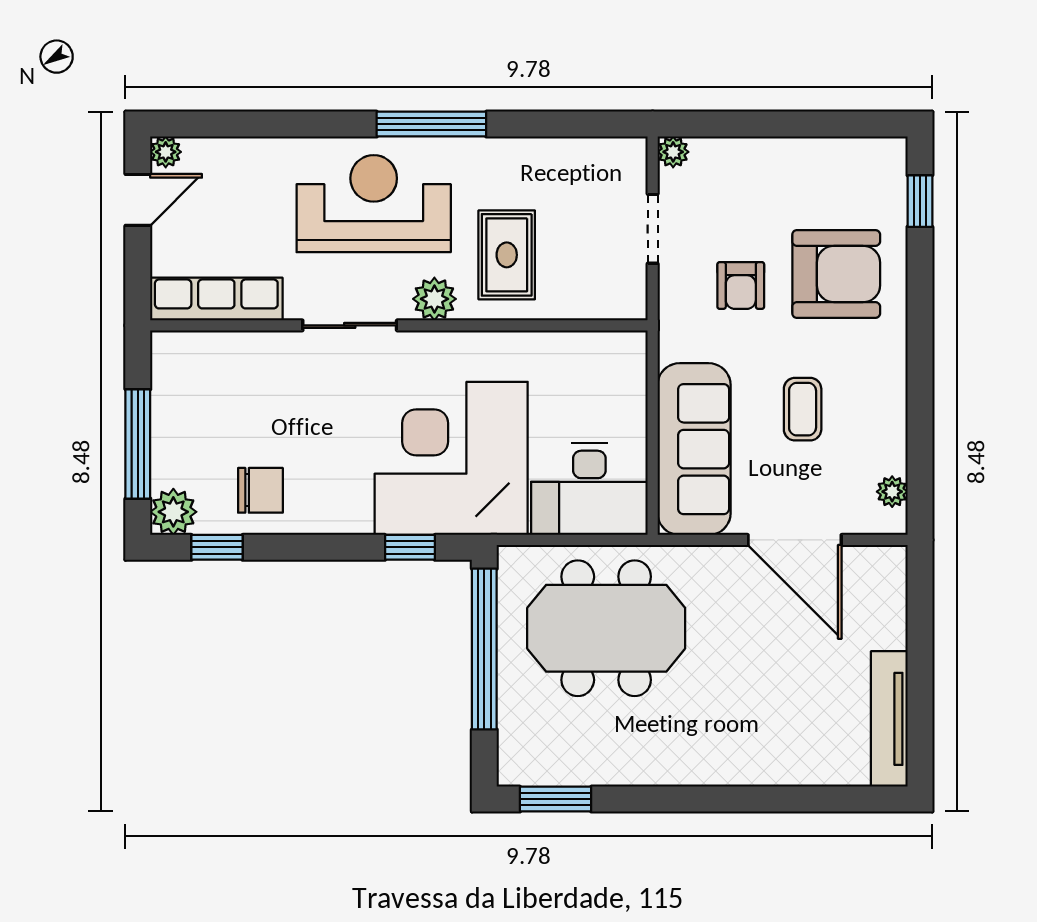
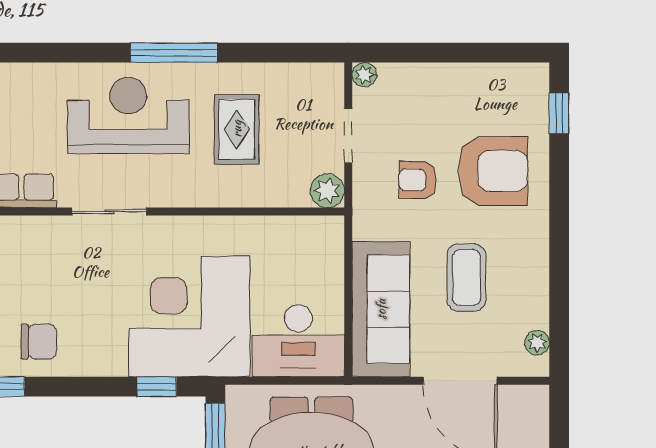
rug: (507, 255) -> (237, 129), moved
armchair: (741, 285) -> (418, 180), turned 90
plant: (434, 299) -> (327, 191), moved
coffee table: (803, 409) -> (466, 278), width x1.36, depth x1.30

